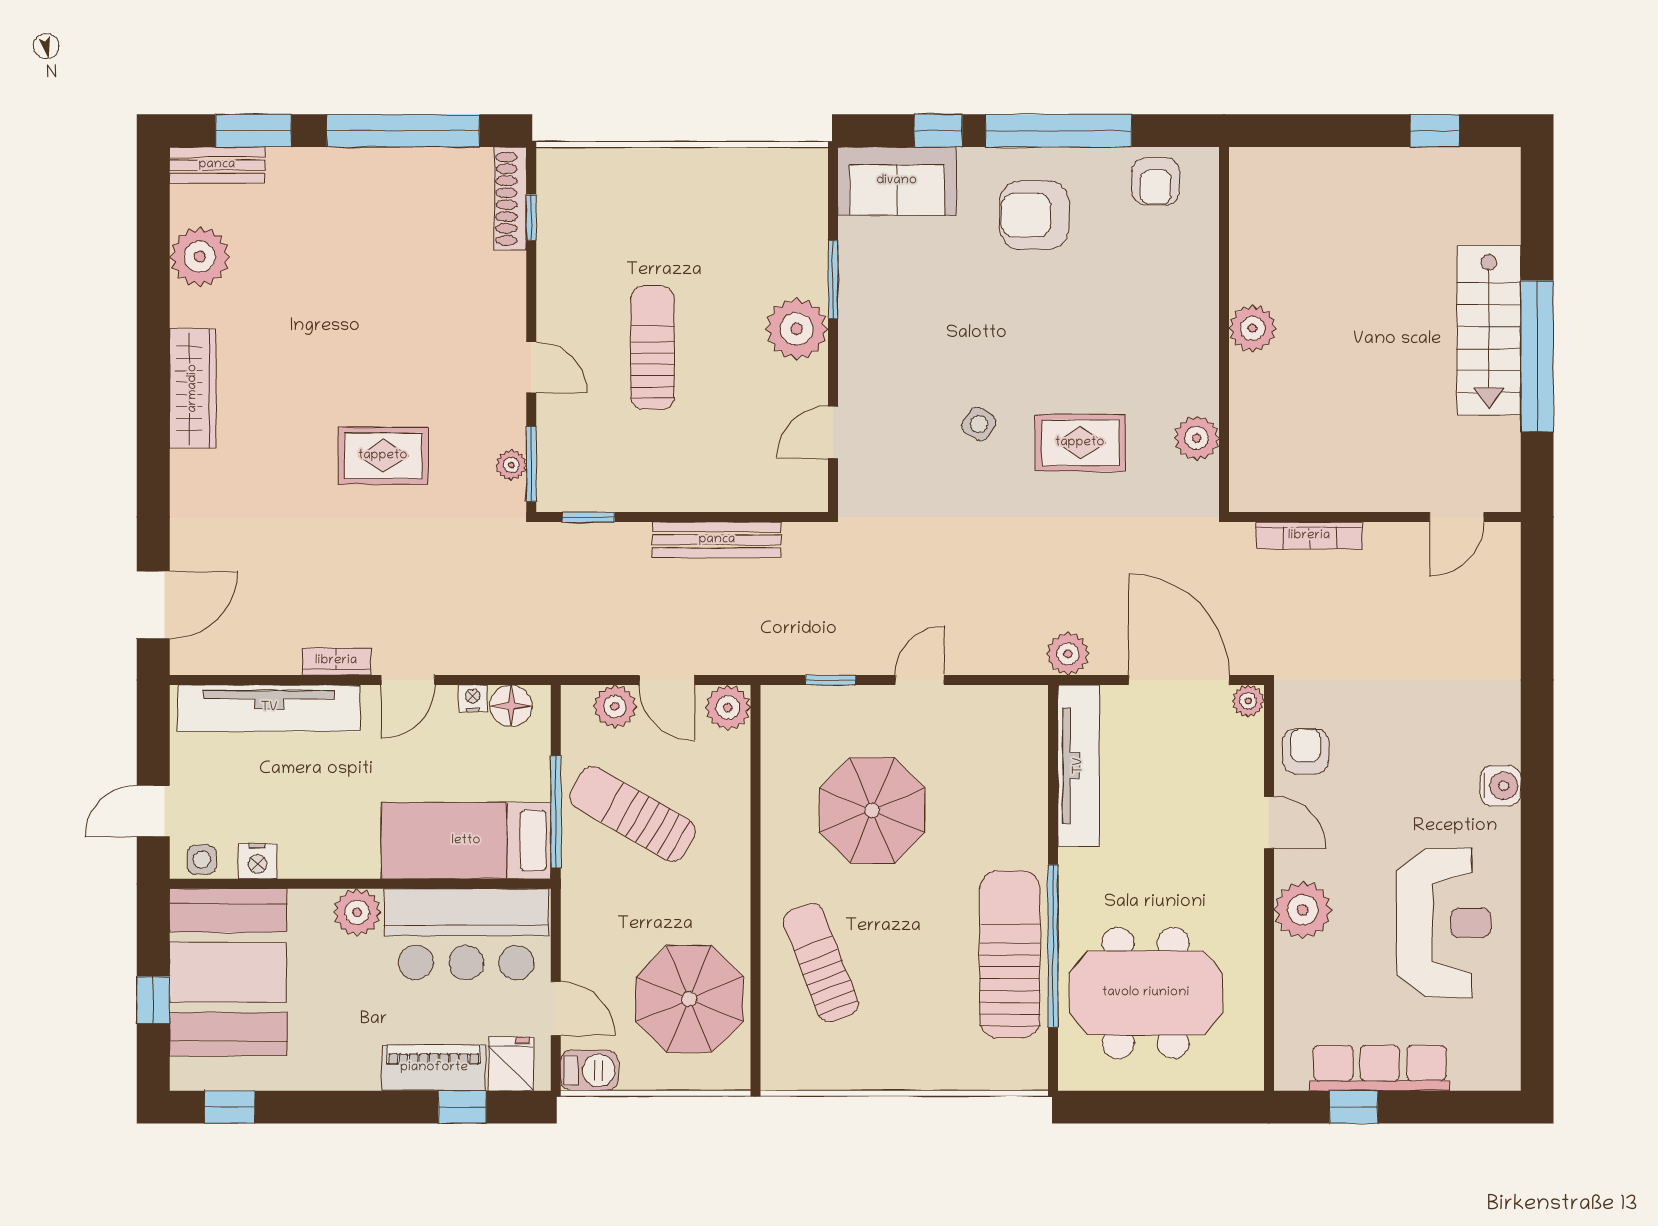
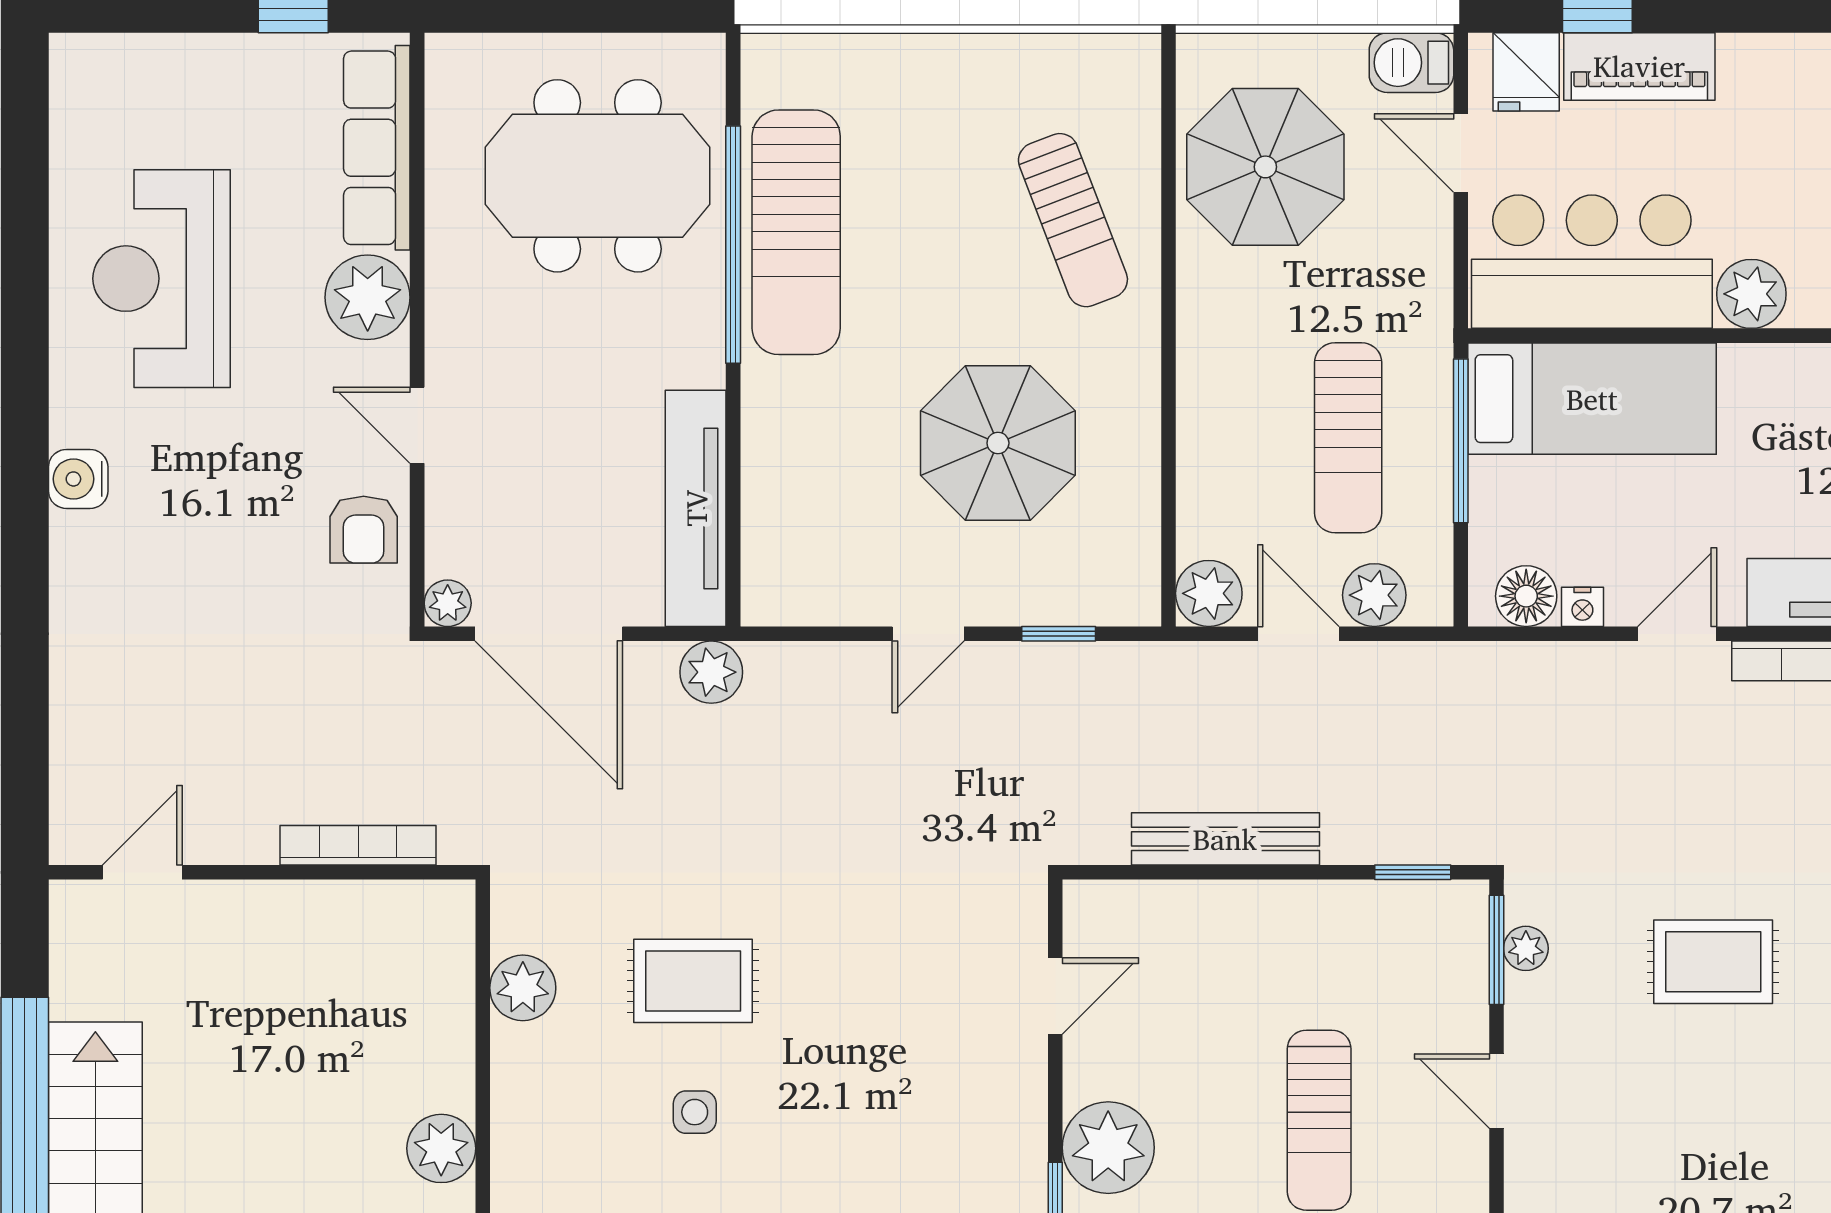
side table: (979, 424) -> (695, 1112), moved, turned -33
sun lounger: (633, 814) -> (1348, 438), turned 60
row of seats: (1380, 1068) -> (377, 148), moved, turned 90

